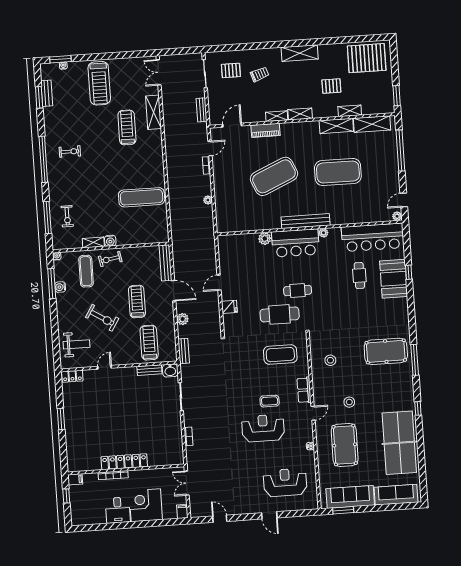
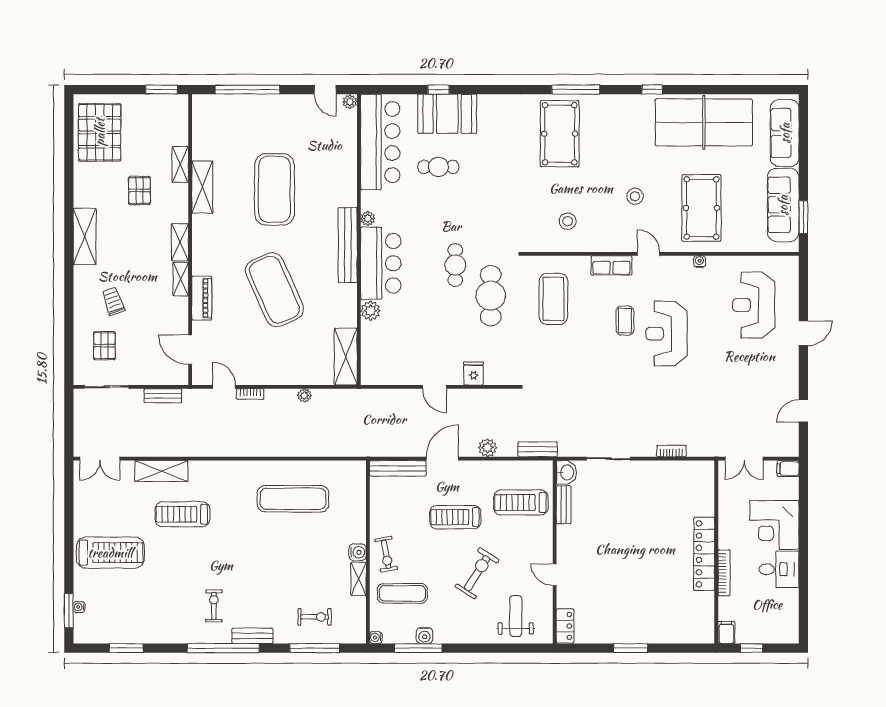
bench: (47, 93) -> (252, 636), moved
shelving: (372, 124) -> (346, 357), moved
exercise mat: (142, 197) -> (293, 499), turned 90
pool table: (345, 445) -> (701, 208), turned 90

